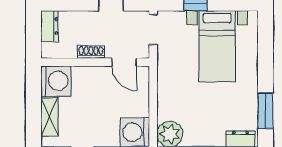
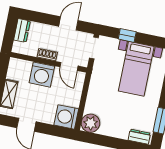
washing machine: (56, 81) -> (42, 75), moved, turned 90

